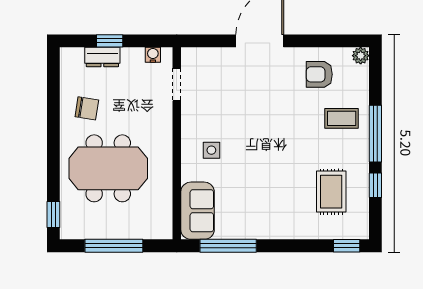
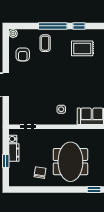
dresser: (102, 57) -> (14, 153), moved

